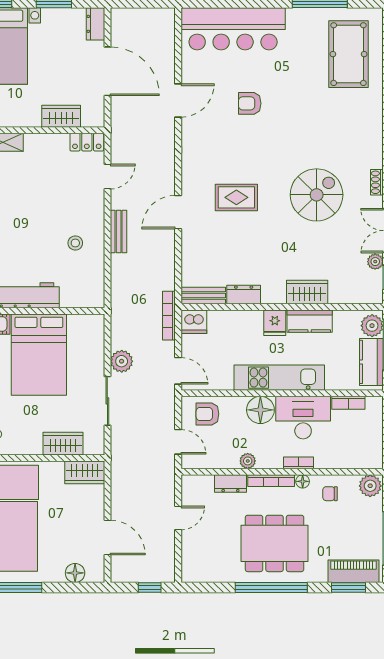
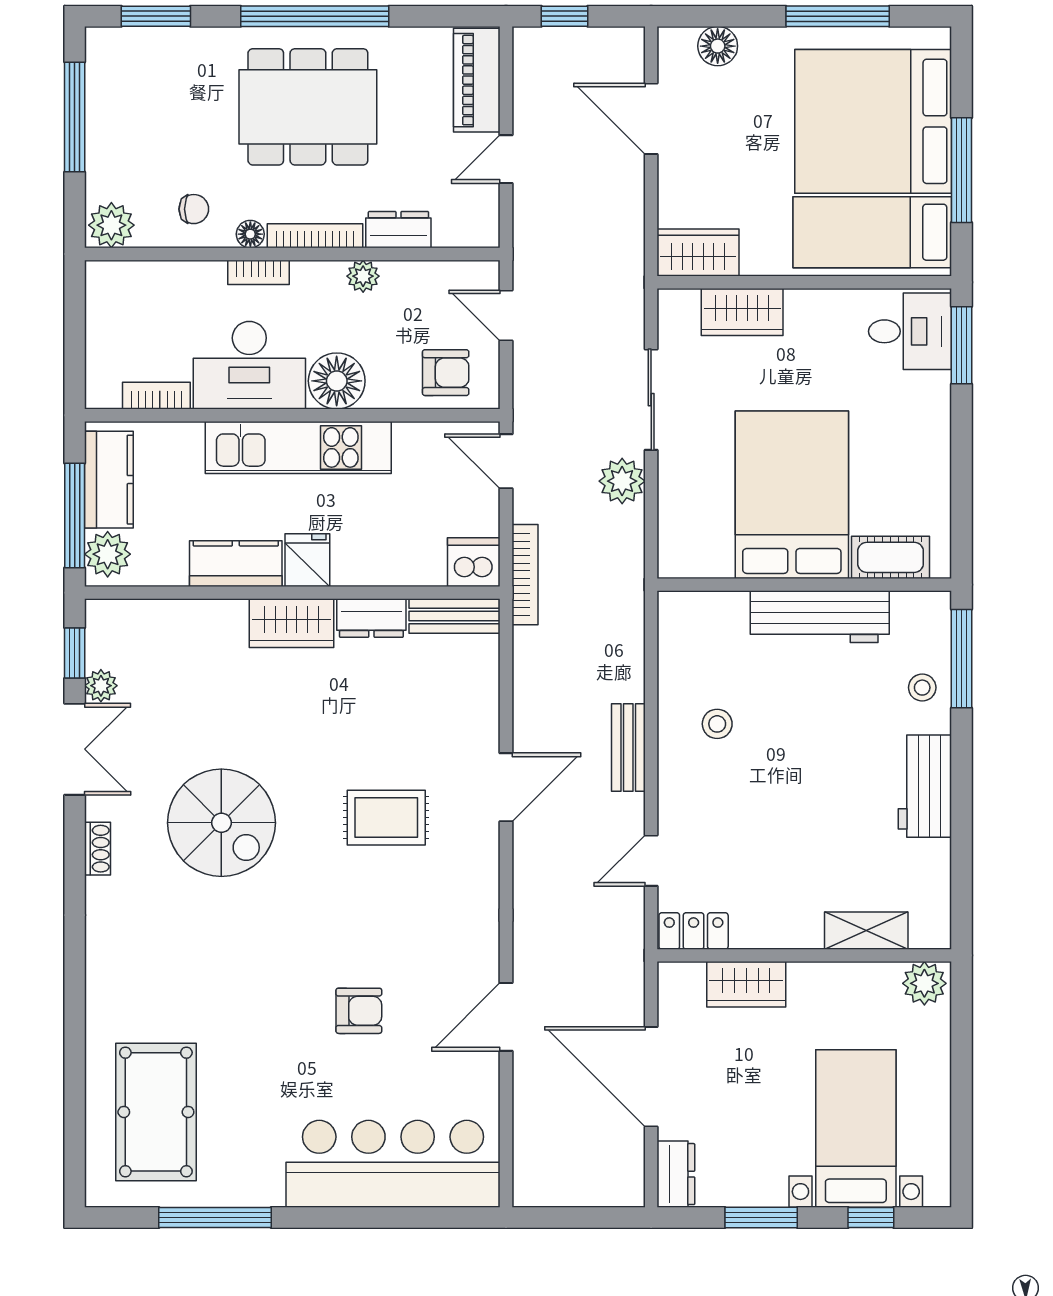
spiral stairs: (317, 195) -> (221, 823), turned -90
wardrobe: (307, 292) -> (292, 623), moved
piano: (353, 571) -> (477, 80), moved, turned 90

